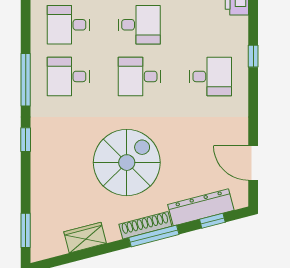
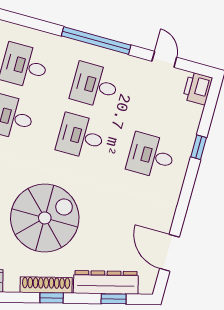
desk: (139, 25) -> (95, 85), turned 180
desk: (211, 76) -> (151, 156), turned 180
window: (154, 236) -> (52, 298), width x0.46

